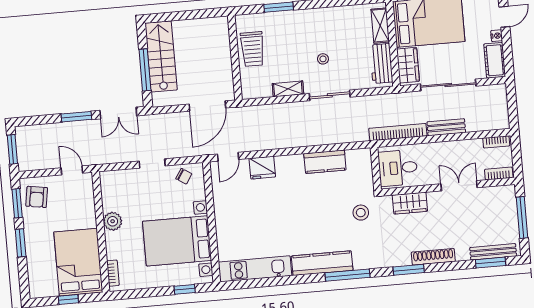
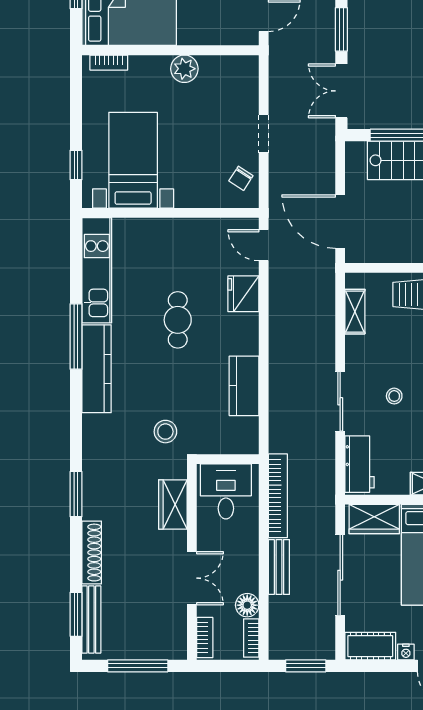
workbench: (381, 64) -> (360, 464), moved, turned 90
shelving: (288, 89) -> (355, 312), moved
window: (512, 103) -> (306, 666), added
floor lamp: (474, 147) -> (247, 605), added
cafe table: (284, 211) -> (178, 320), added
bed with nightstands: (177, 241) -> (133, 160), width x0.73
shoe rack: (433, 257) -> (92, 553), moved
window: (347, 275) -> (76, 336), moved

